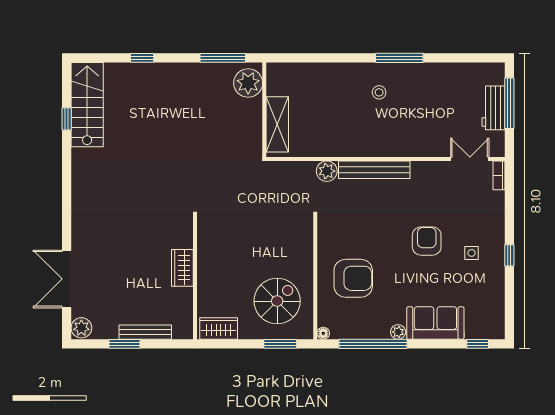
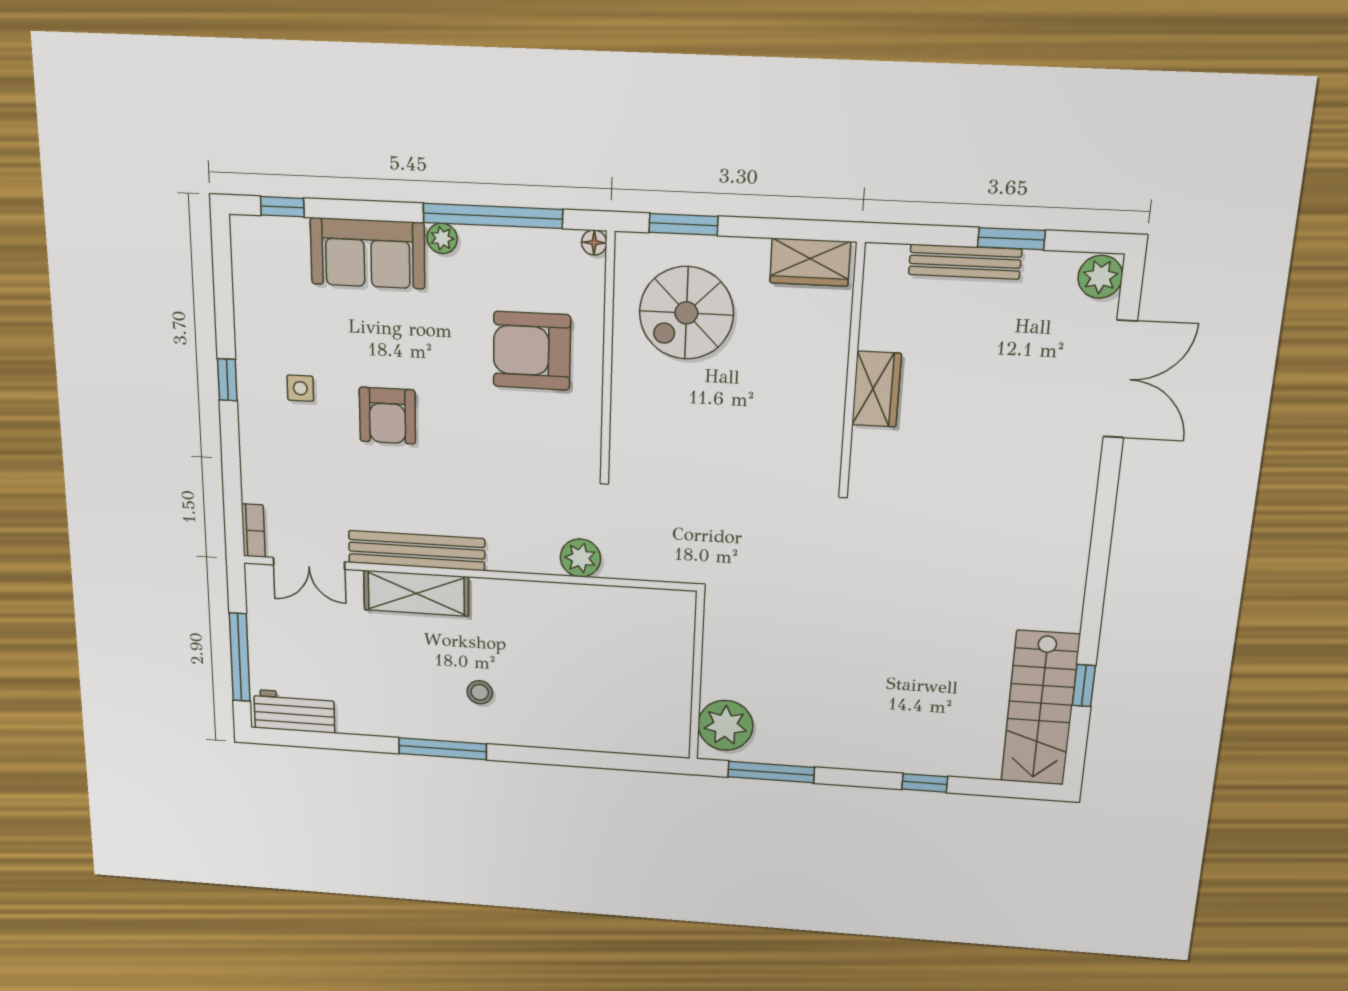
workbench: (493, 108) -> (294, 711), moved, turned -90
shelving: (277, 124) -> (416, 593), moved, turned 90
bench: (374, 170) -> (417, 551), moved

